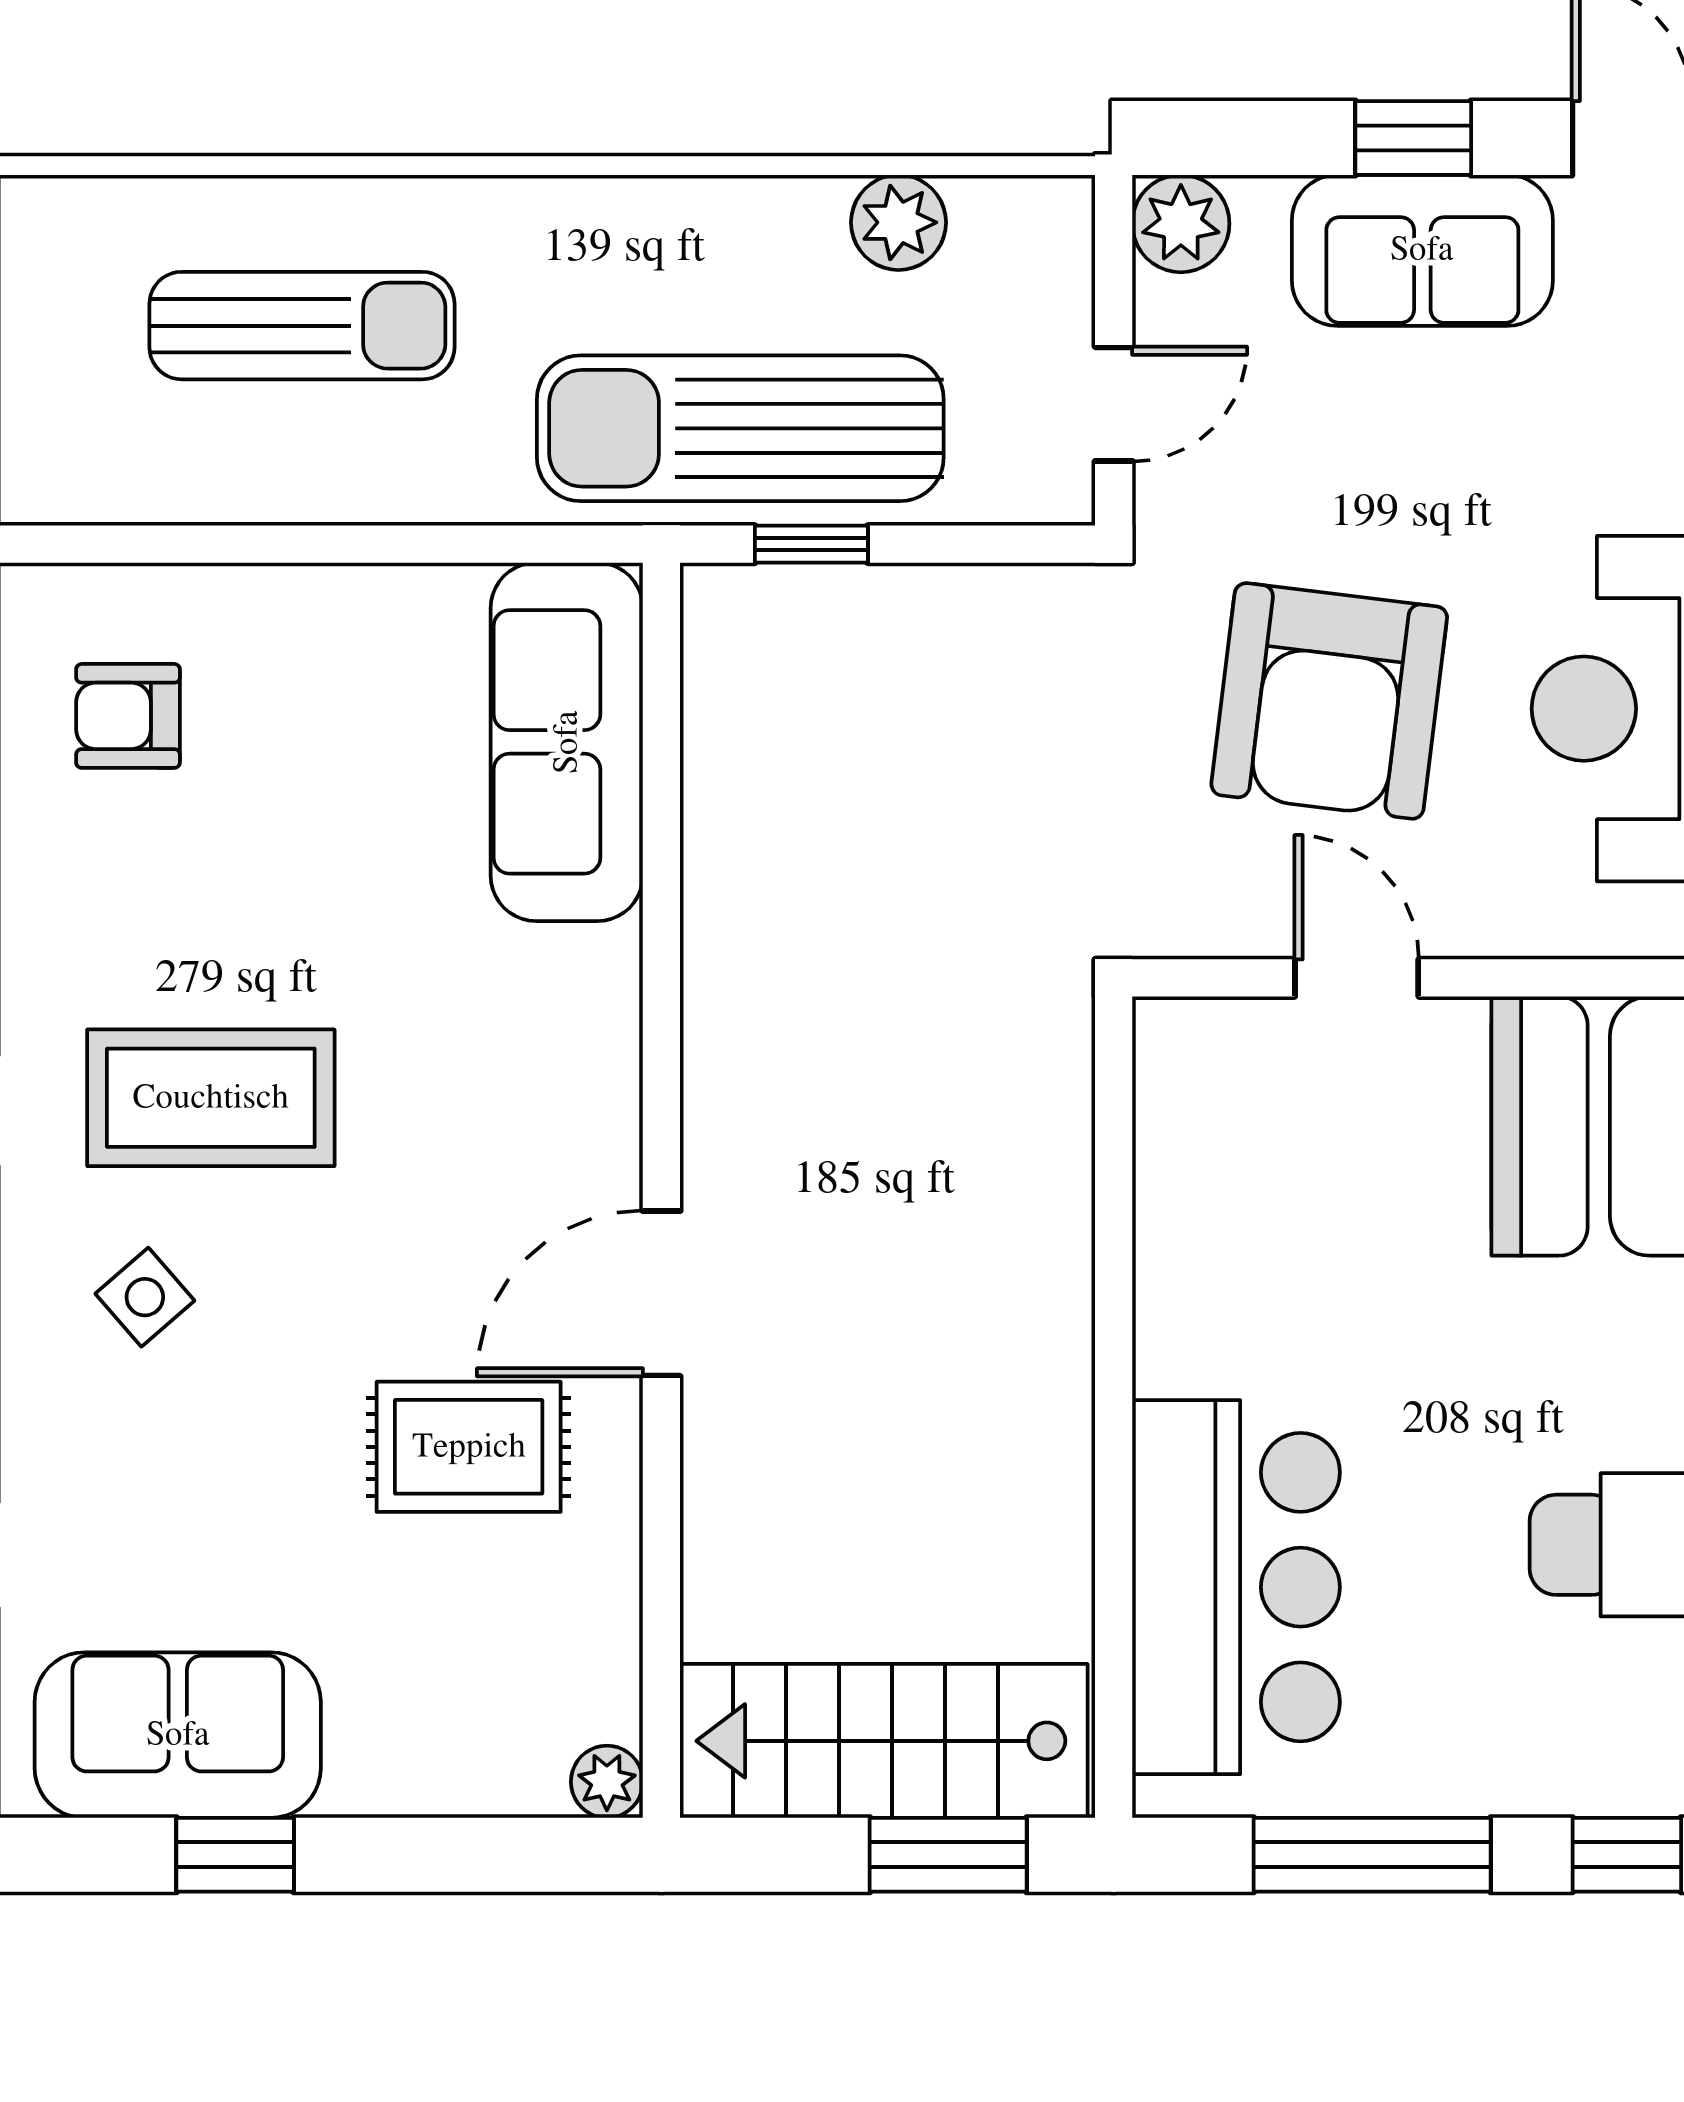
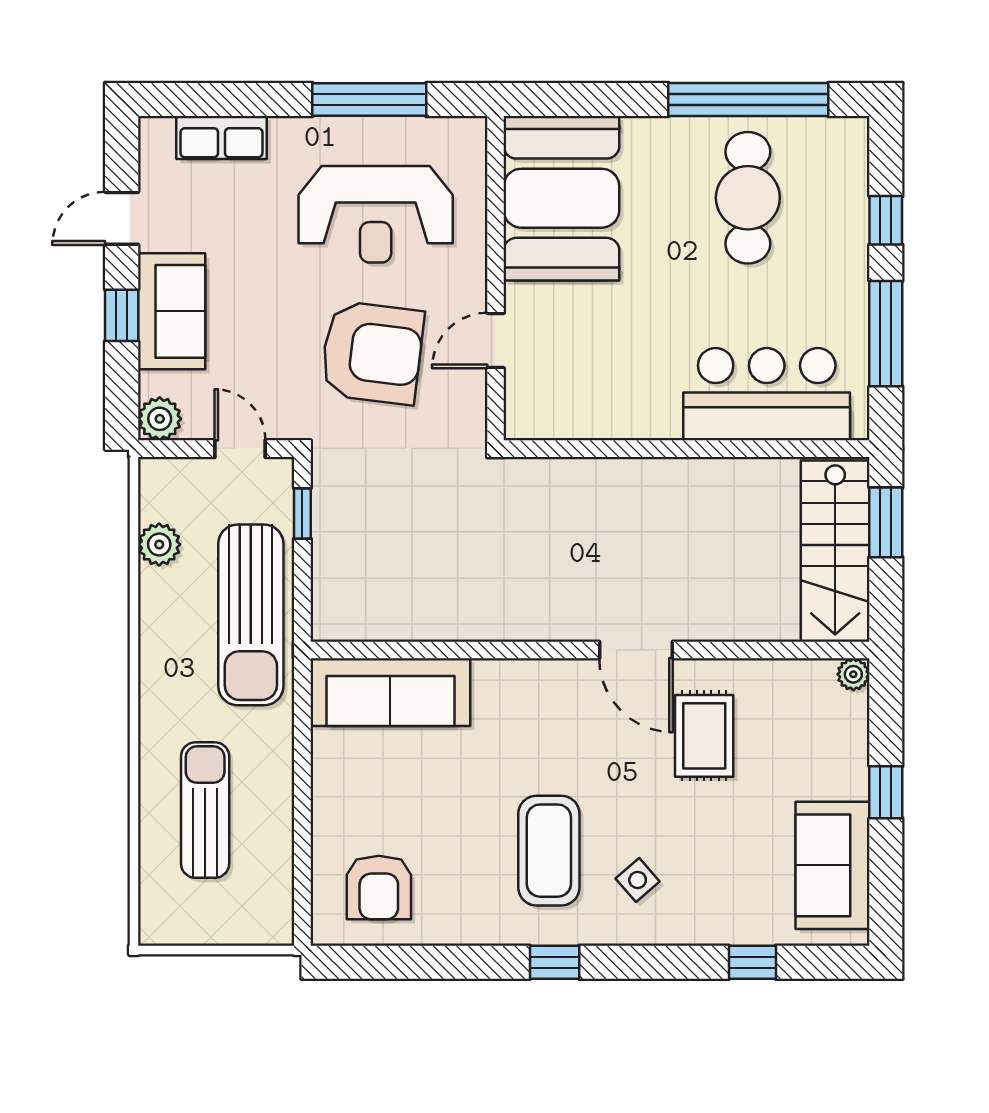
window: (811, 544) -> (302, 513), moved
armchair: (128, 716) -> (379, 887), width x1.38, depth x1.38
window: (235, 1855) -> (886, 792), moved

